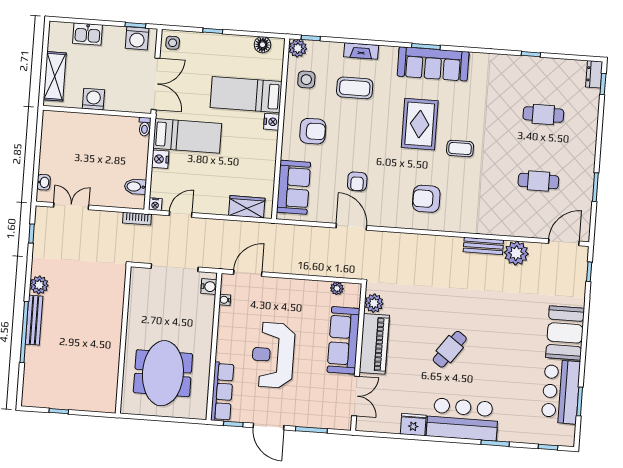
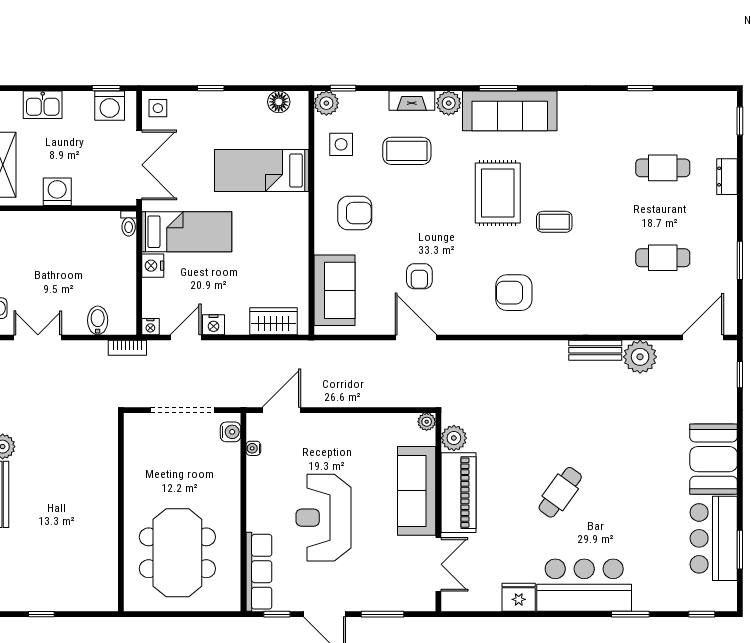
plant: (388, 55) -> (449, 103), added
dresser: (594, 74) -> (727, 177), moved
nightstand: (272, 122) -> (214, 325), moved, turned 90
bidet: (135, 187) -> (98, 320), moved, turned 90
plant: (337, 288) -> (427, 422), moved

